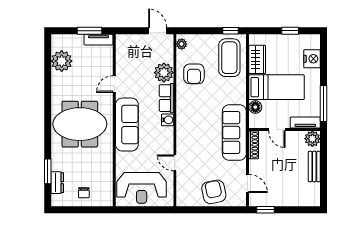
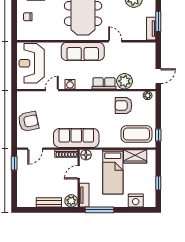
floor lamp: (255, 107) -> (86, 155), moved
water cooler: (168, 120) -> (70, 84), moved

